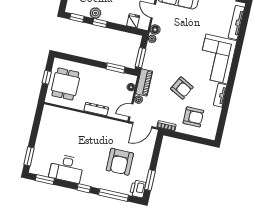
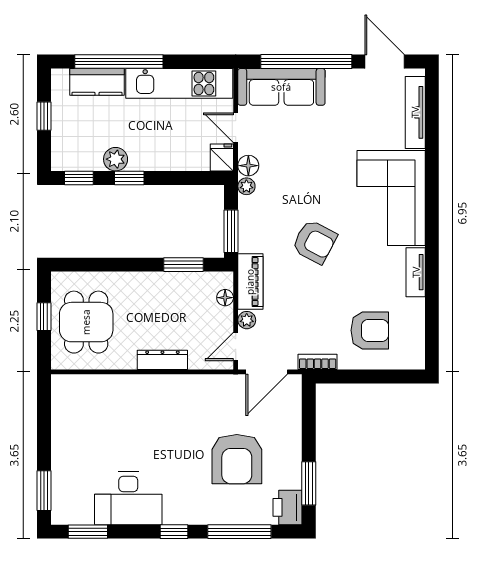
fridge: (133, 21) -> (222, 157), moved
armchair: (182, 88) -> (315, 242), moved

